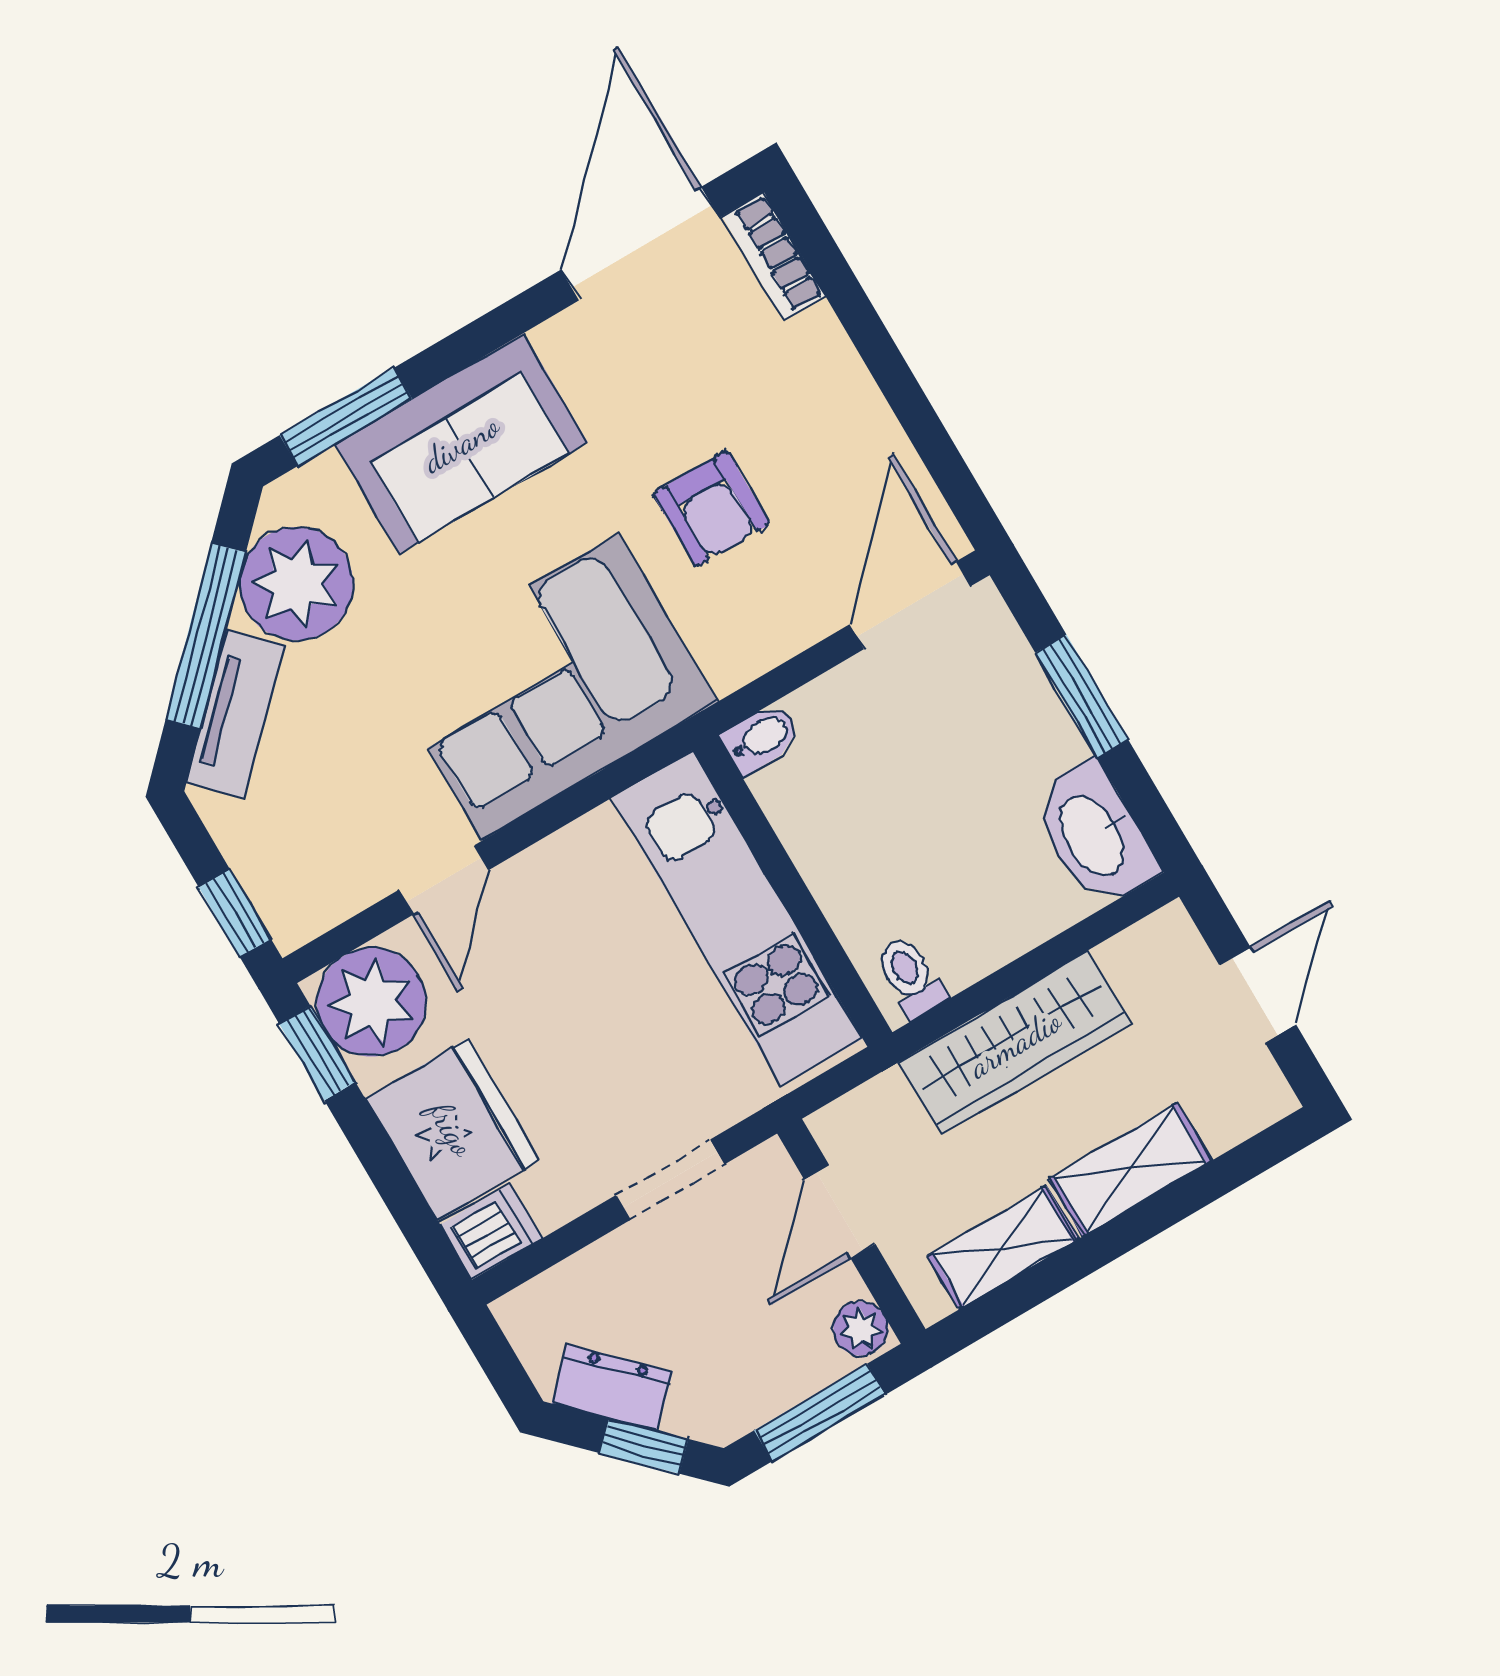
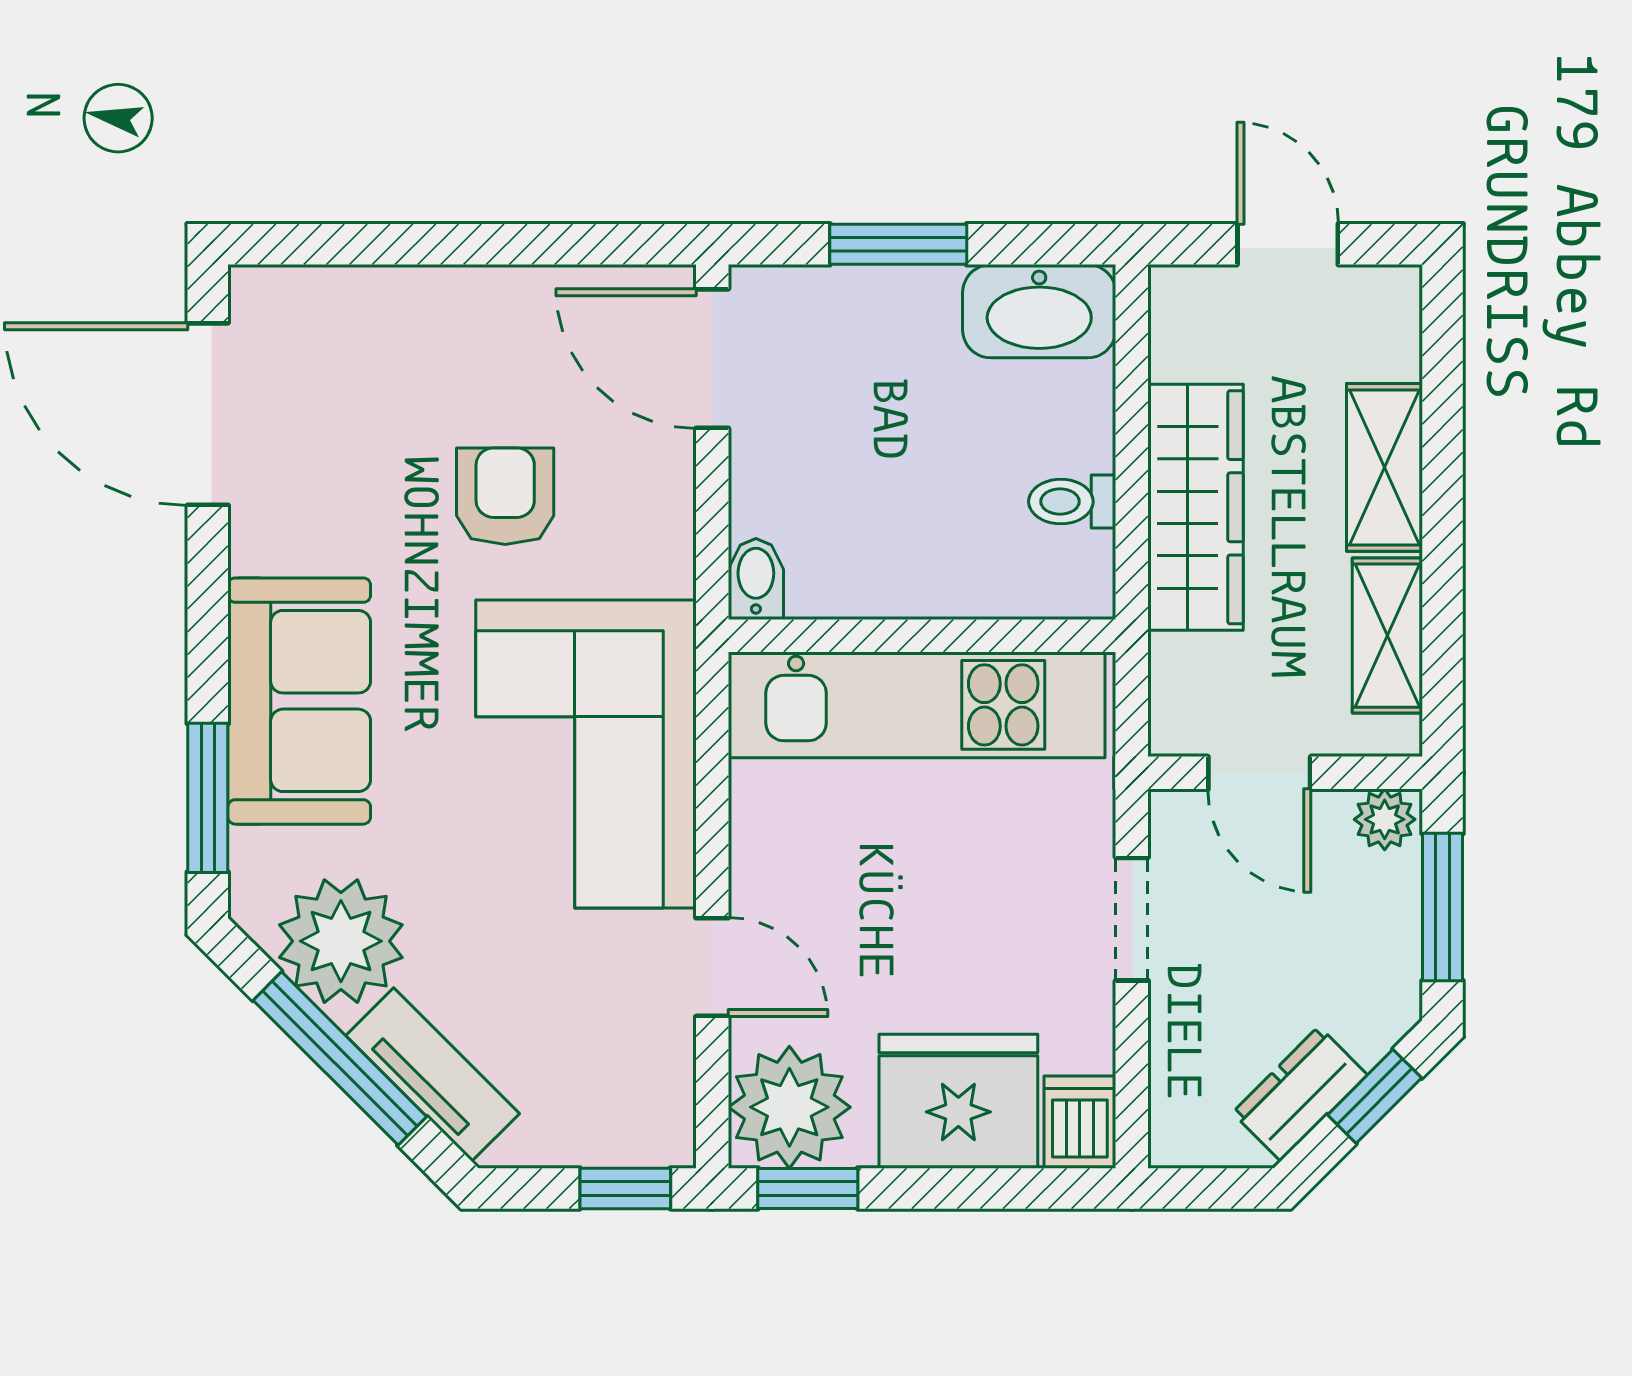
bookcase: (774, 256) -> (296, 292), removed
armchair: (711, 509) -> (505, 496), turned -90
toilet: (910, 977) -> (1072, 502), moved

